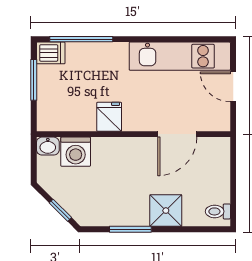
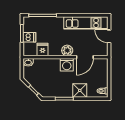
dishwasher: (51, 53) -> (29, 37), moved
fridge: (109, 117) -> (43, 49), moved
plant: (137, 119) -> (67, 50), added
washing machine: (76, 152) -> (67, 65), moved

